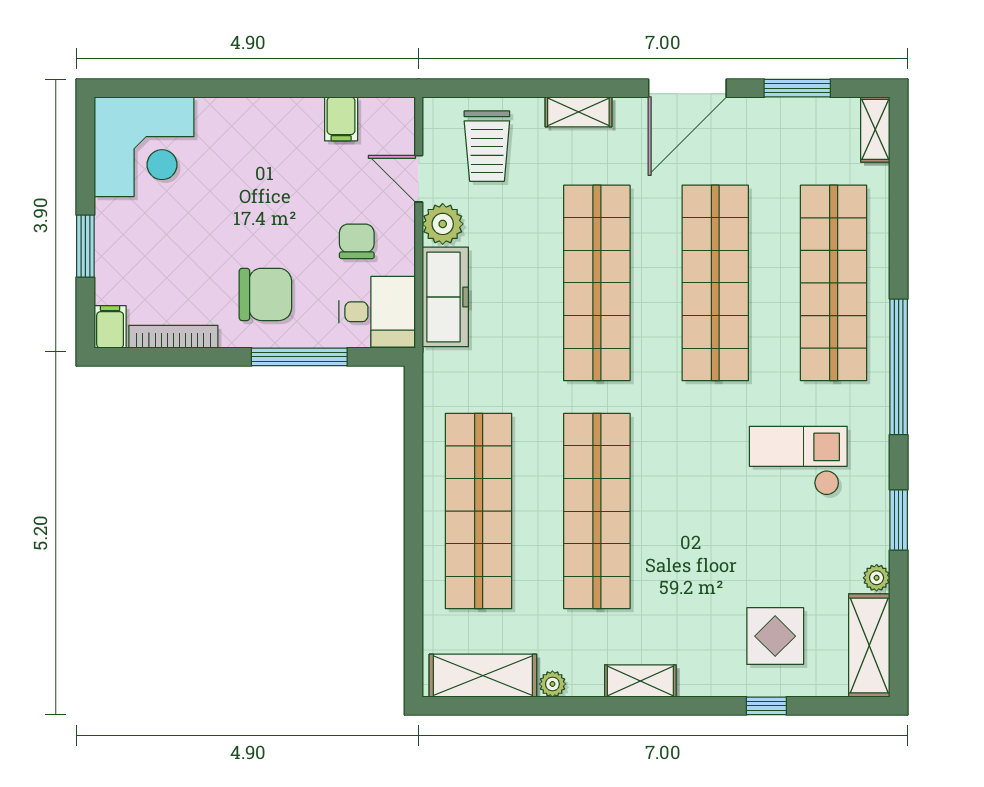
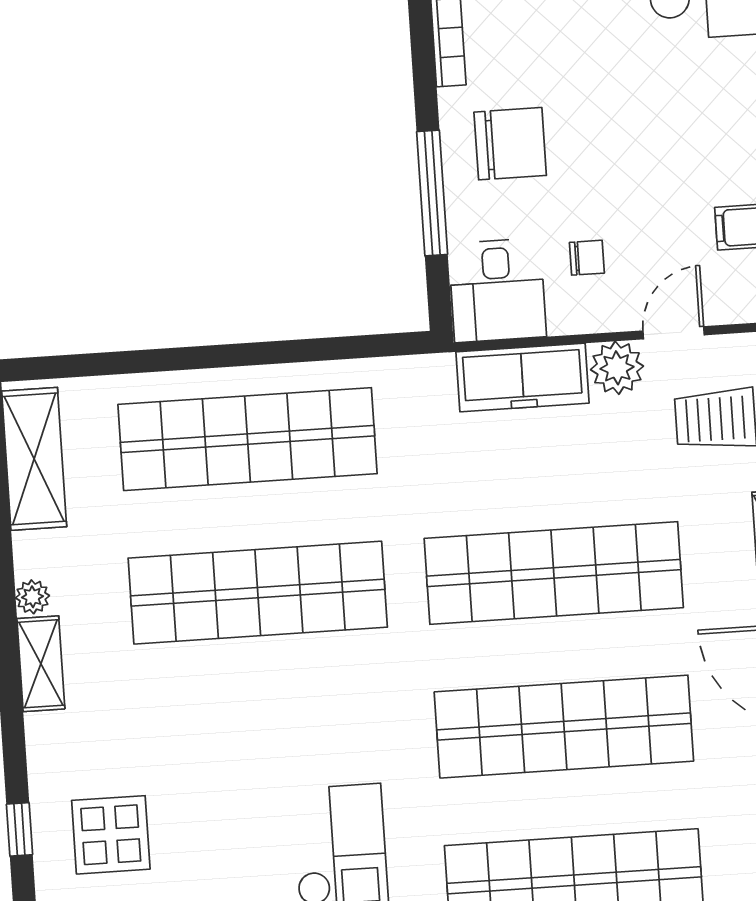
chair: (357, 241) -> (587, 258), width x0.73, depth x0.73
chair: (265, 294) -> (510, 144), turned -90
plant: (552, 684) -> (33, 597), moved

